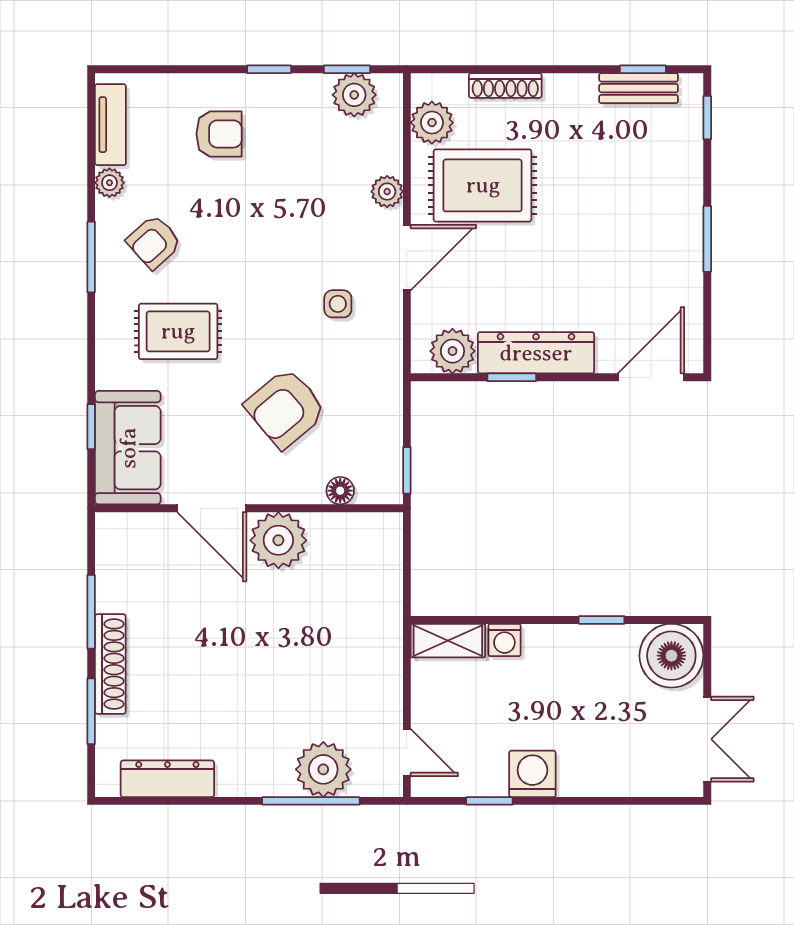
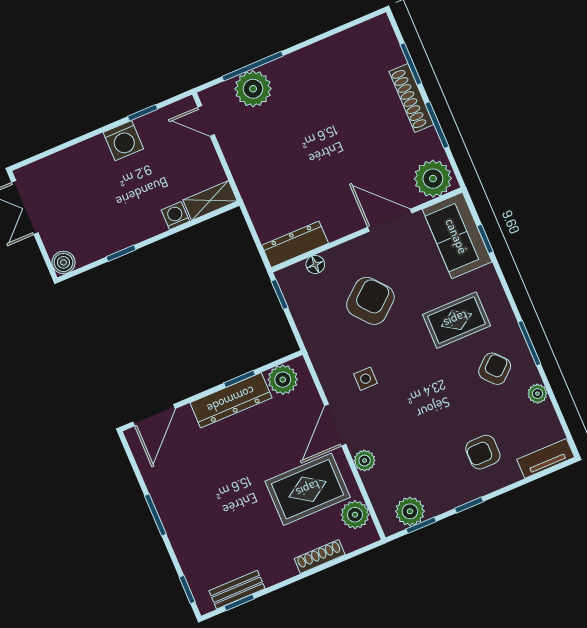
tv unit: (110, 125) -> (546, 458), moved, turned 90
plant: (278, 540) -> (433, 179), moved
boiler: (671, 656) -> (63, 262), width x0.54, depth x0.54
dresser: (167, 779) -> (295, 244), moved, turned 180

